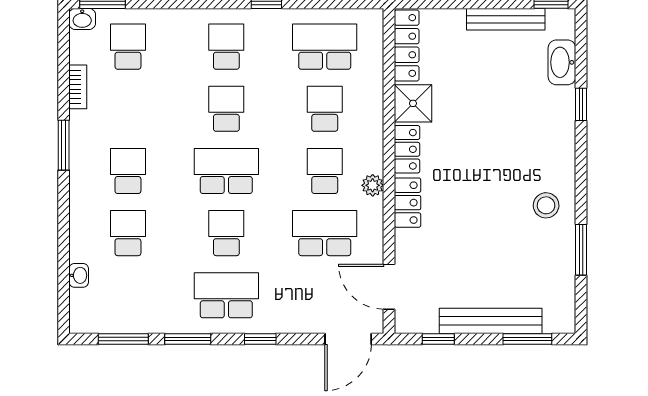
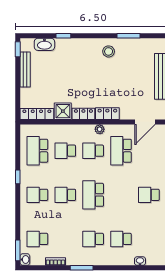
school desk: (226, 233) -> (121, 195), removed
school desk: (226, 295) -> (149, 195), width x0.54

